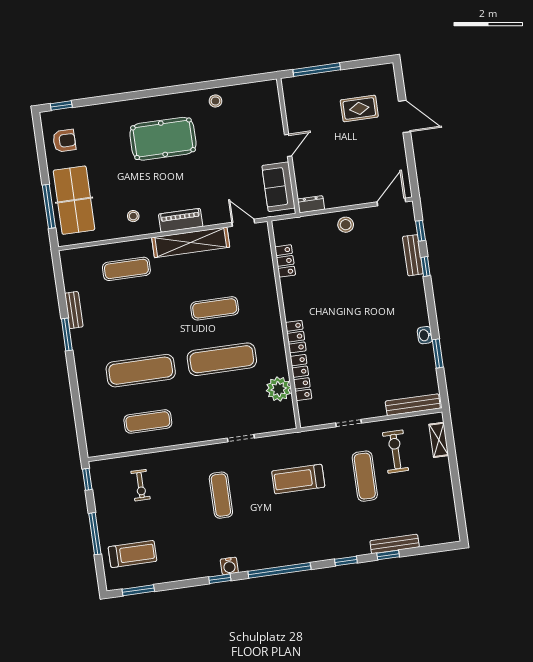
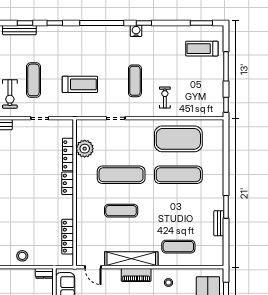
locker: (285, 261) -> (68, 237), width x1.53
exercise mat: (148, 421) -> (178, 139), width x2.00, depth x1.45
exercise bike: (141, 485) -> (165, 97), moved

